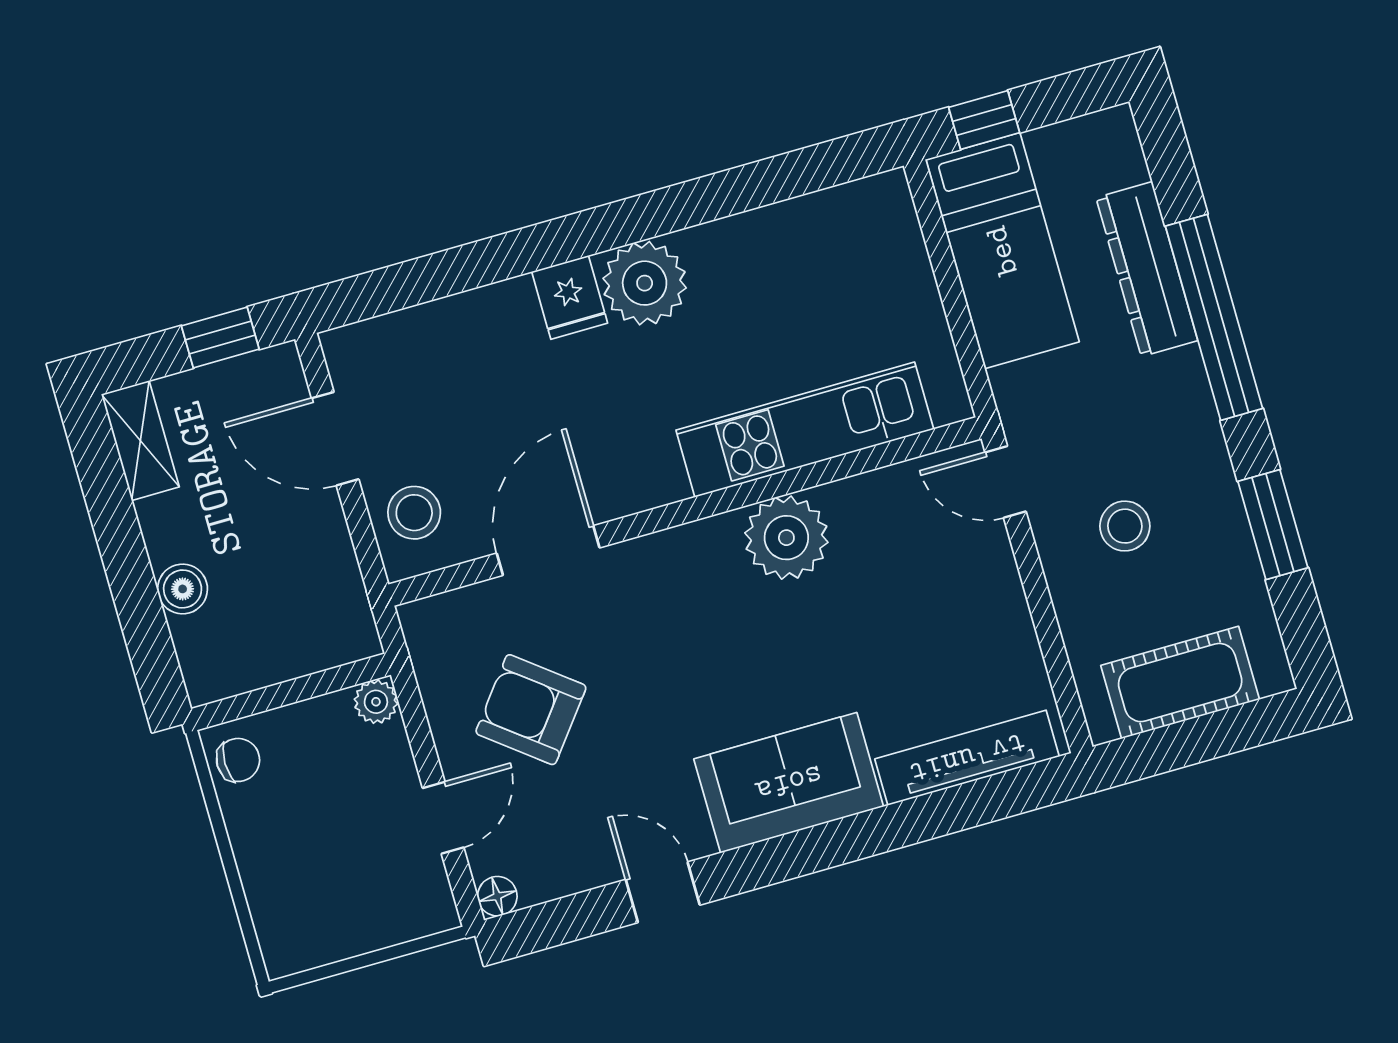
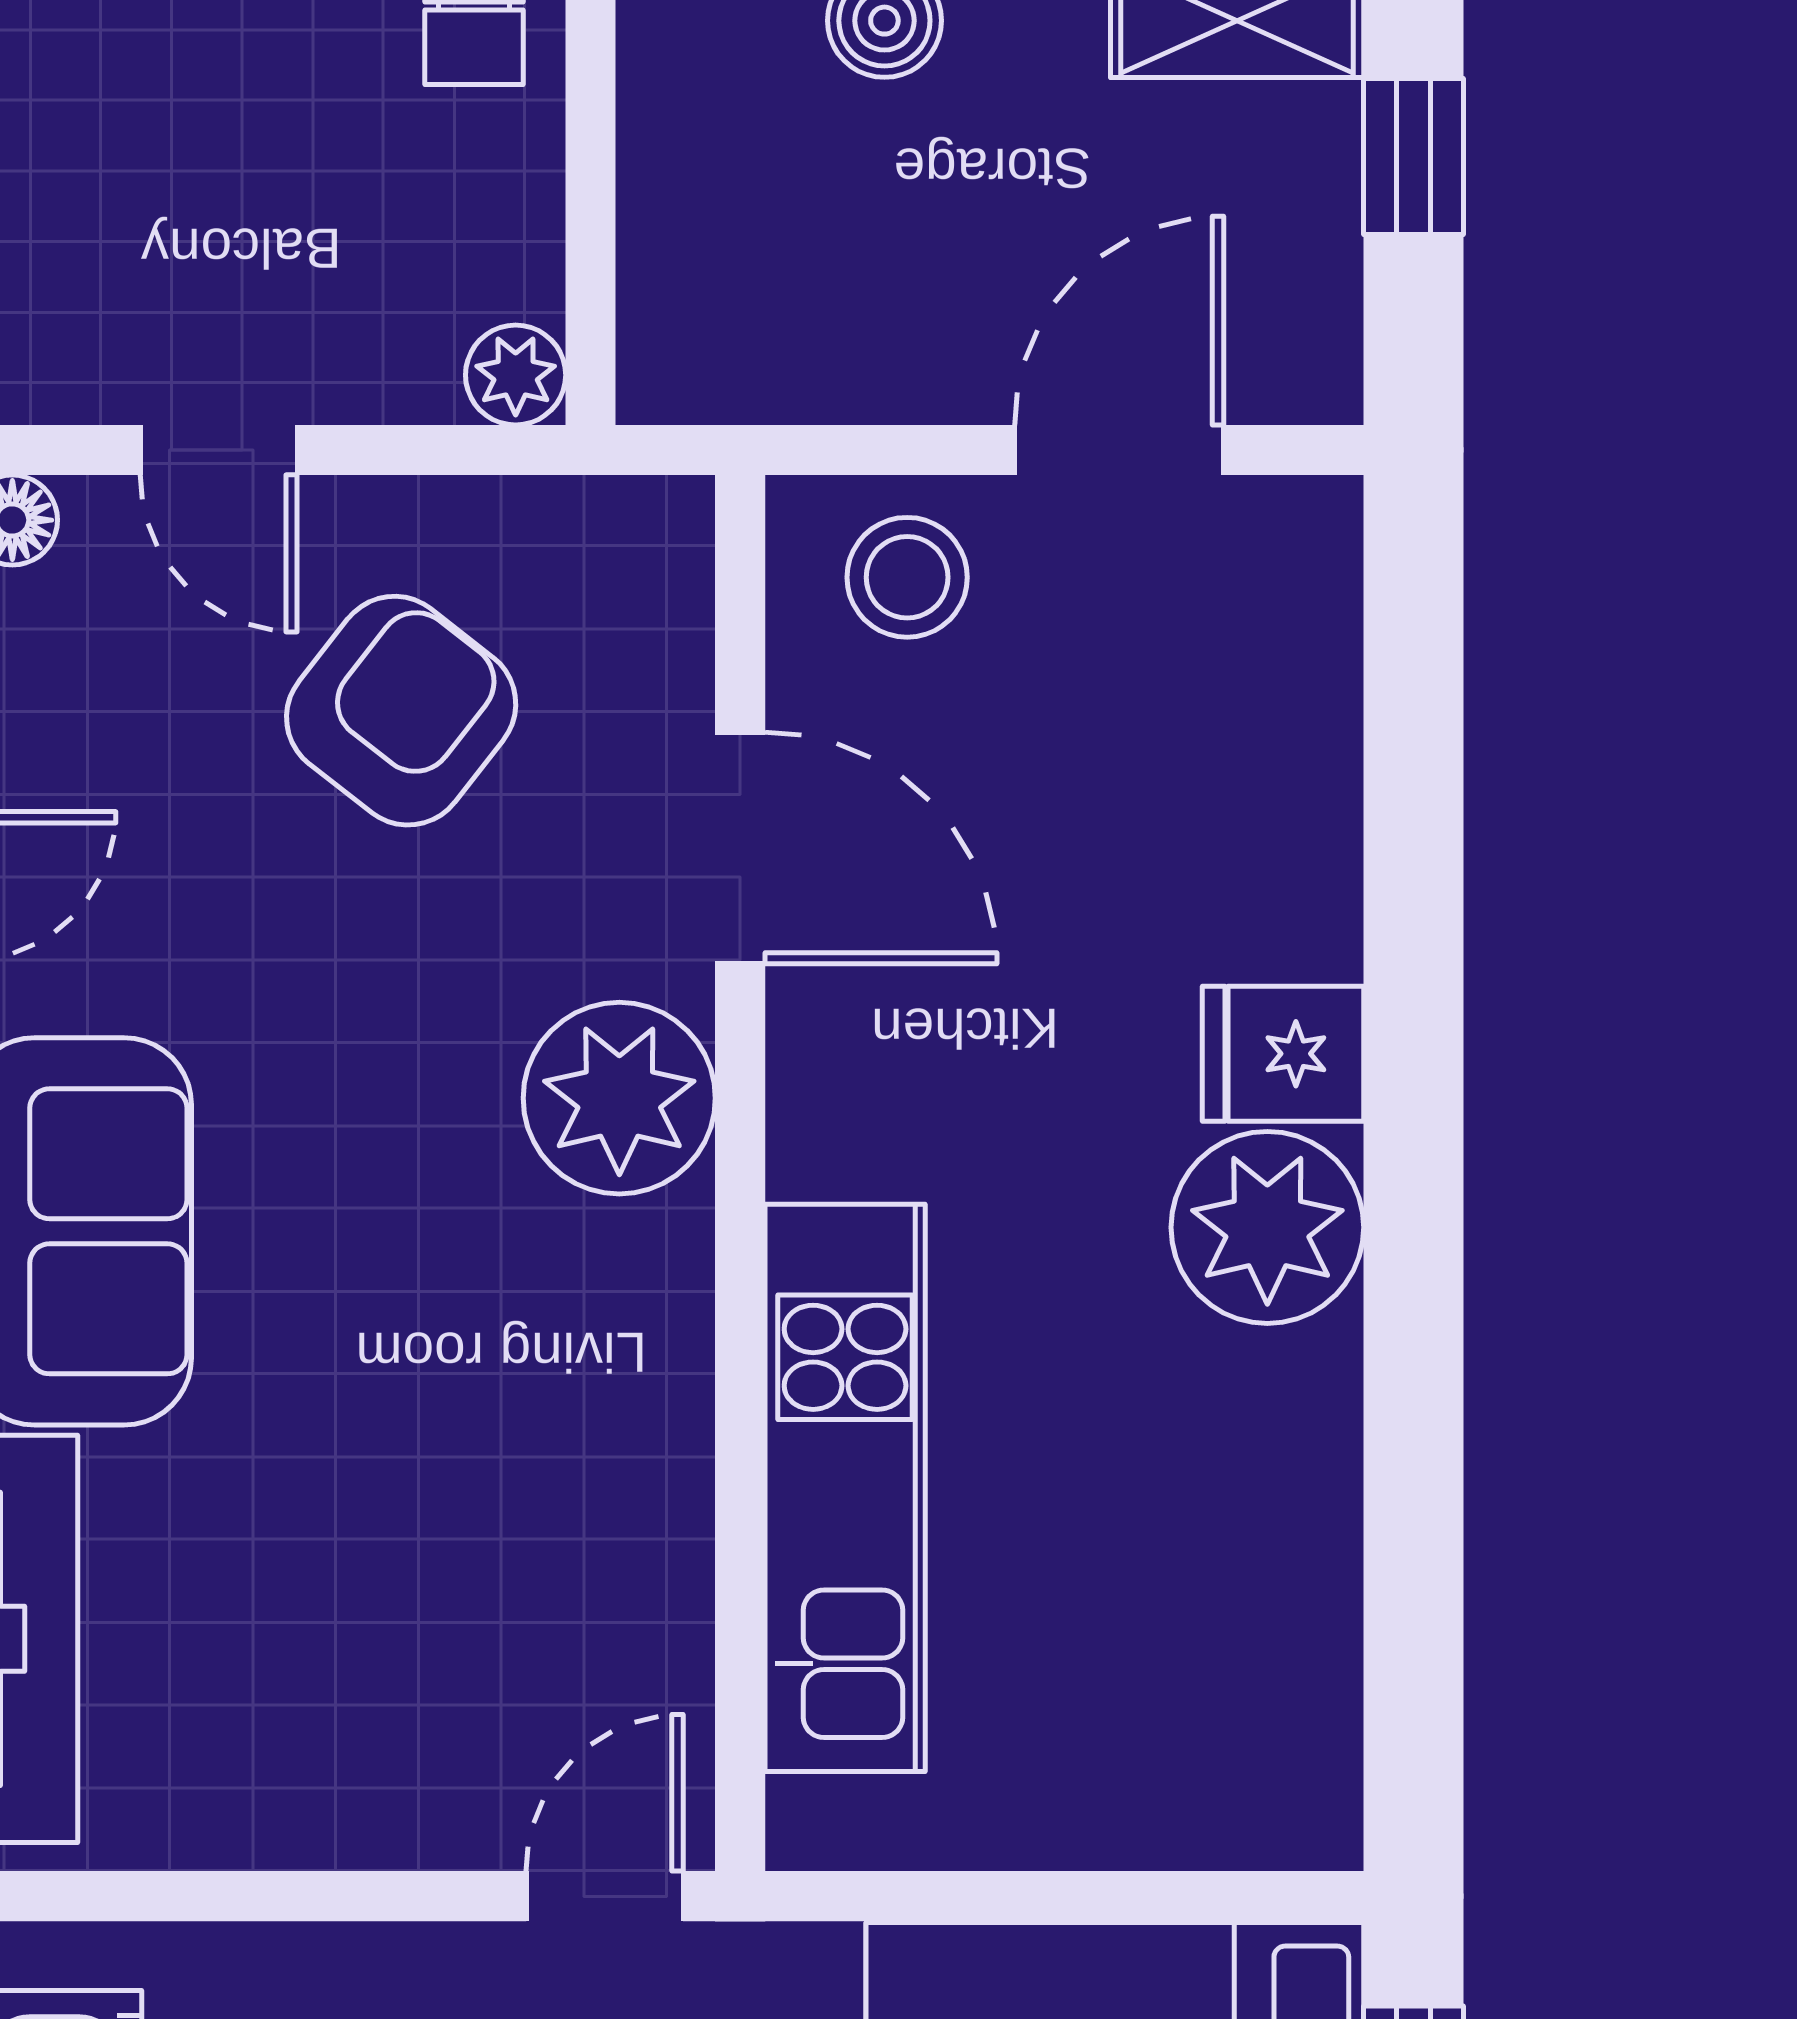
window: (220, 338) -> (1413, 156), moved
plant: (786, 538) -> (619, 1098), moved

